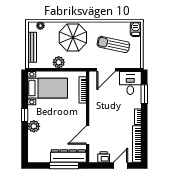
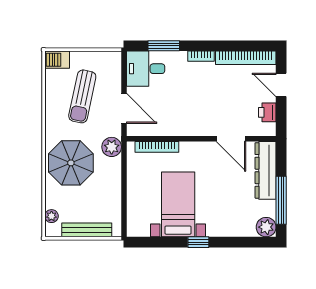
plant: (59, 62) -> (112, 147), moved
bed with nightstands: (48, 88) -> (178, 204), moved
plant: (34, 126) -> (266, 227), moved
window: (64, 166) -> (281, 200), moved

